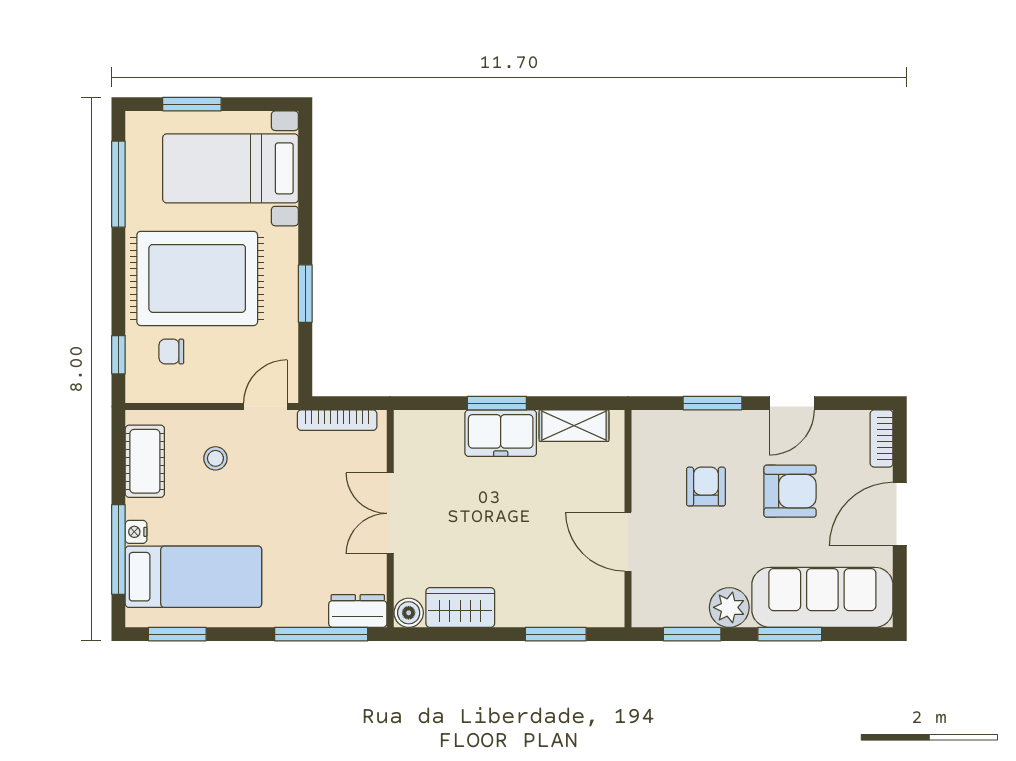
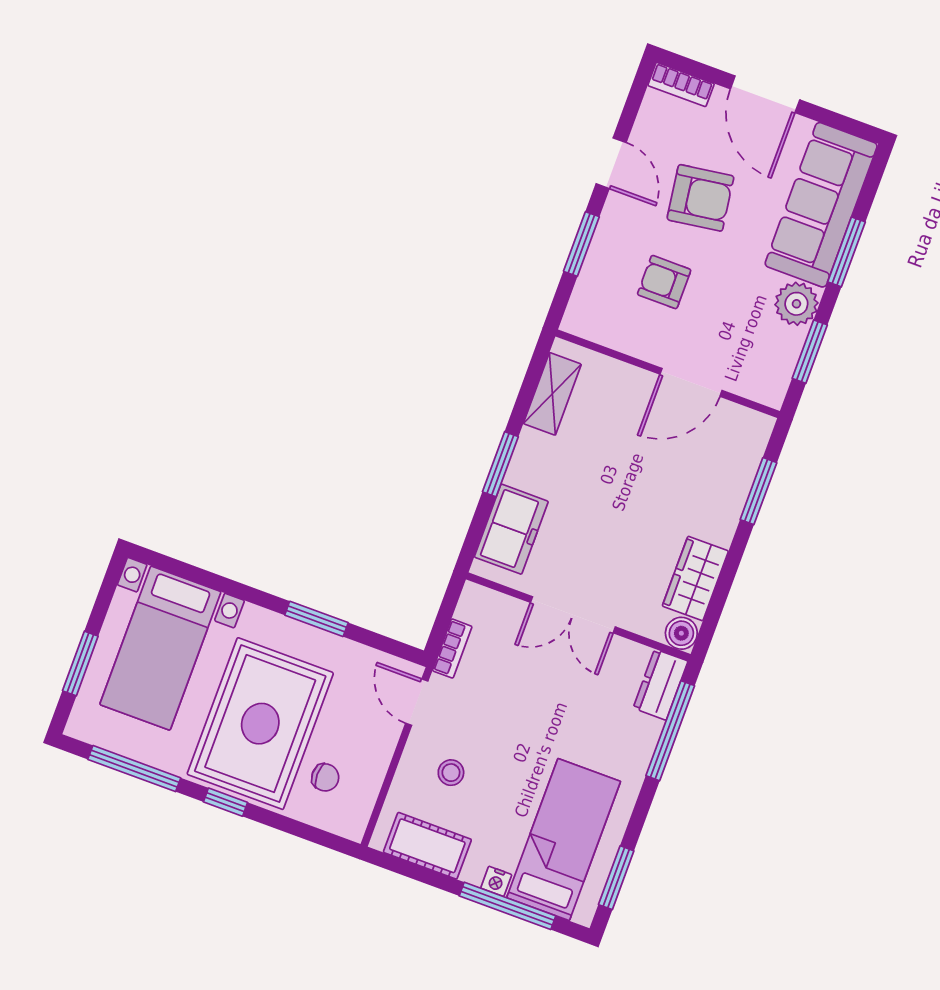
chair: (171, 351) -> (325, 777), turned -90
window: (118, 355) -> (225, 802), moved
bookcase: (337, 420) -> (452, 649), width x0.64
freezer: (501, 433) -> (511, 529), moved
armchair: (790, 491) -> (700, 198), turned 82

